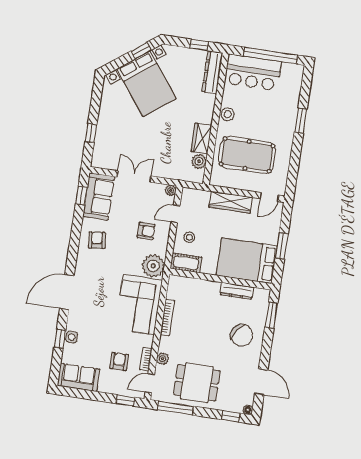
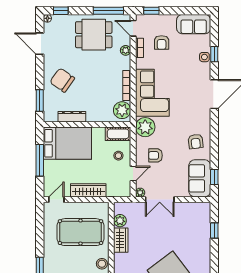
double door: (134, 176) -> (160, 200), moved
window: (282, 246) -> (40, 160), width x1.44
plant: (177, 290) -> (122, 110), added
door: (150, 383) -> (133, 28), swing flipped

